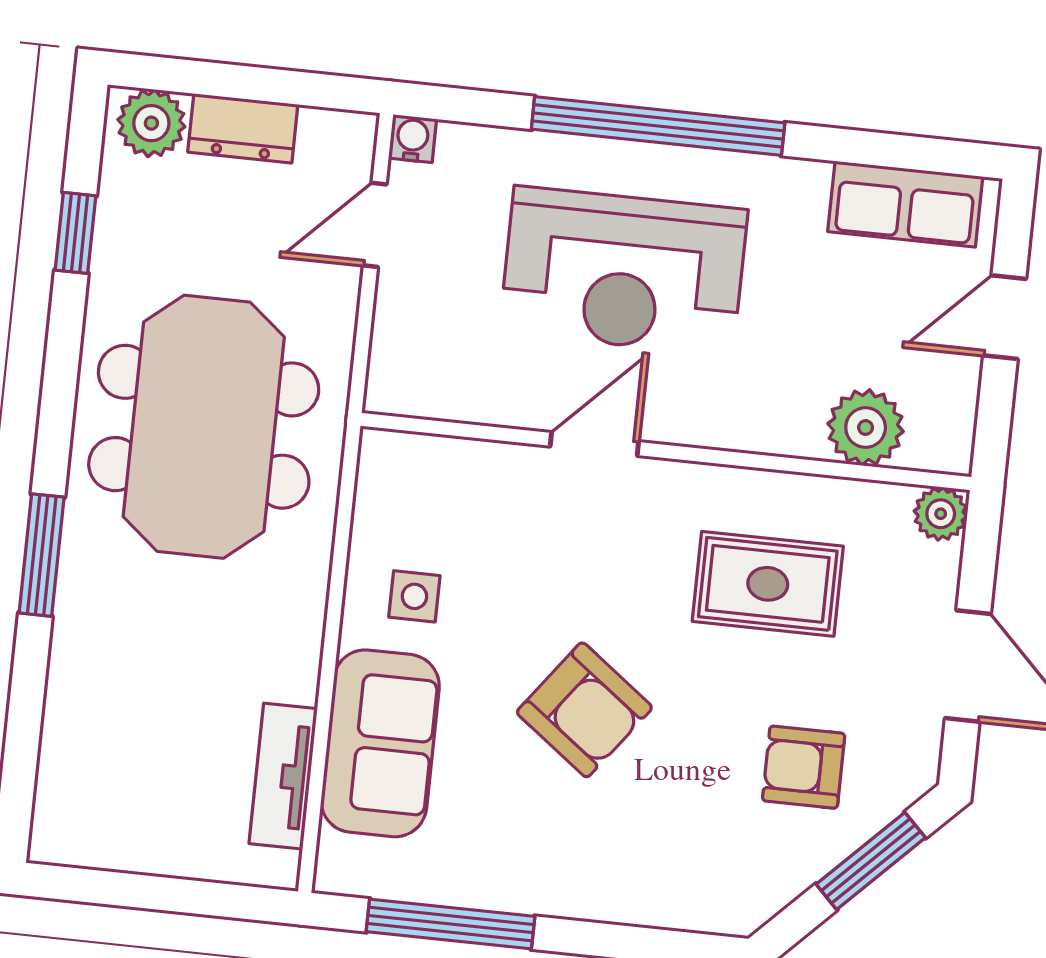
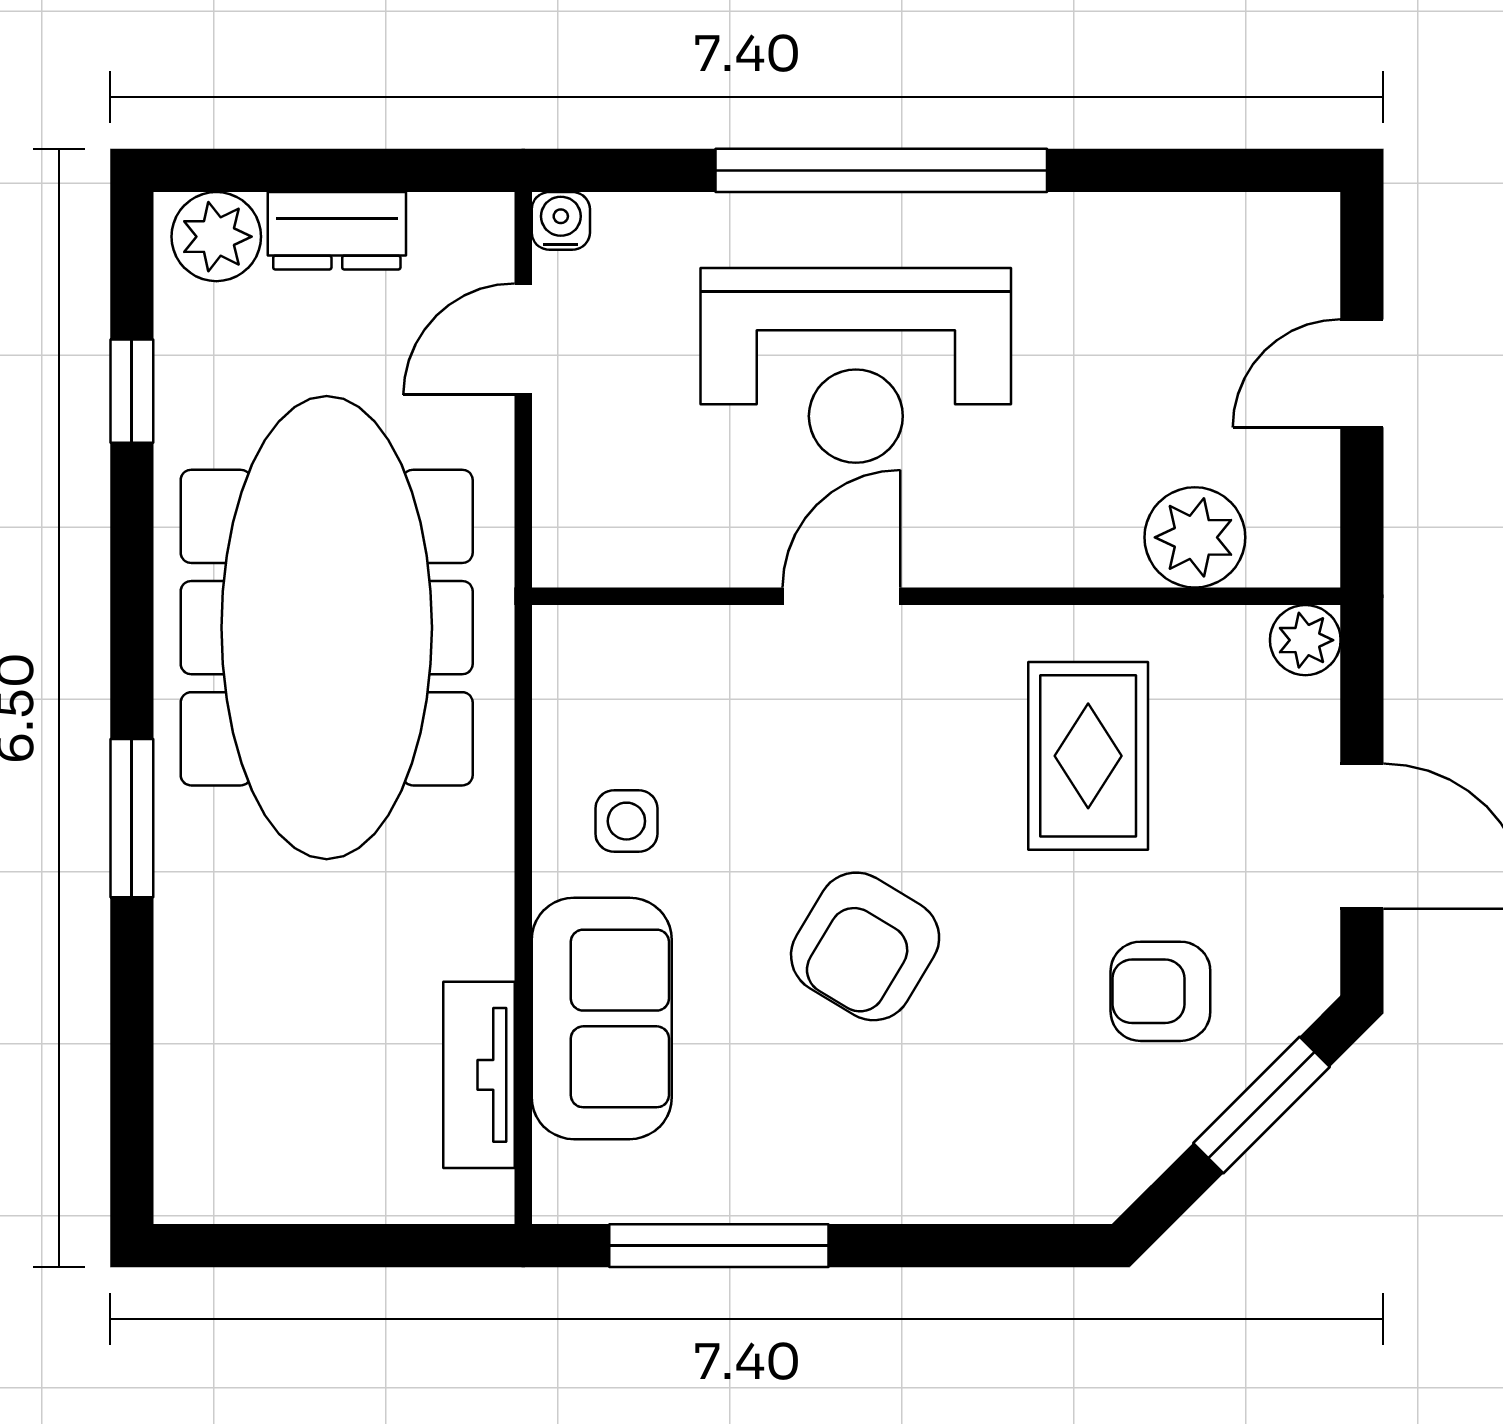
row of seats: (905, 204) -> (1216, 239), removed
meeting table: (204, 427) -> (327, 628), width x1.36
rug: (768, 584) -> (1088, 756), turned 90
armchair: (584, 710) -> (865, 946), turned 84

